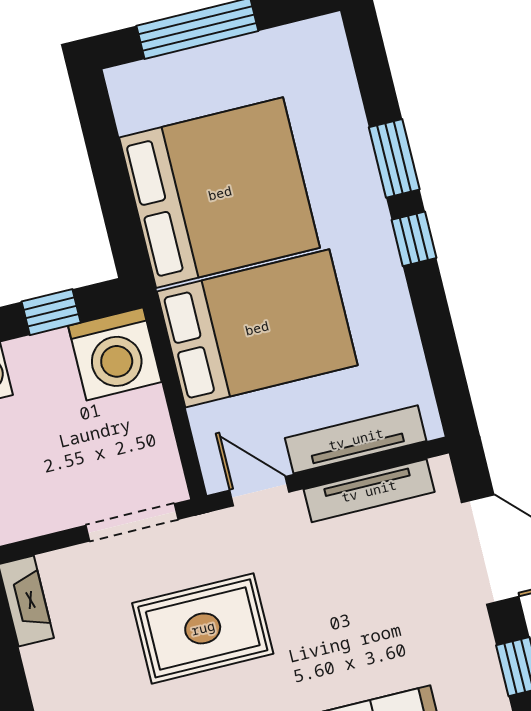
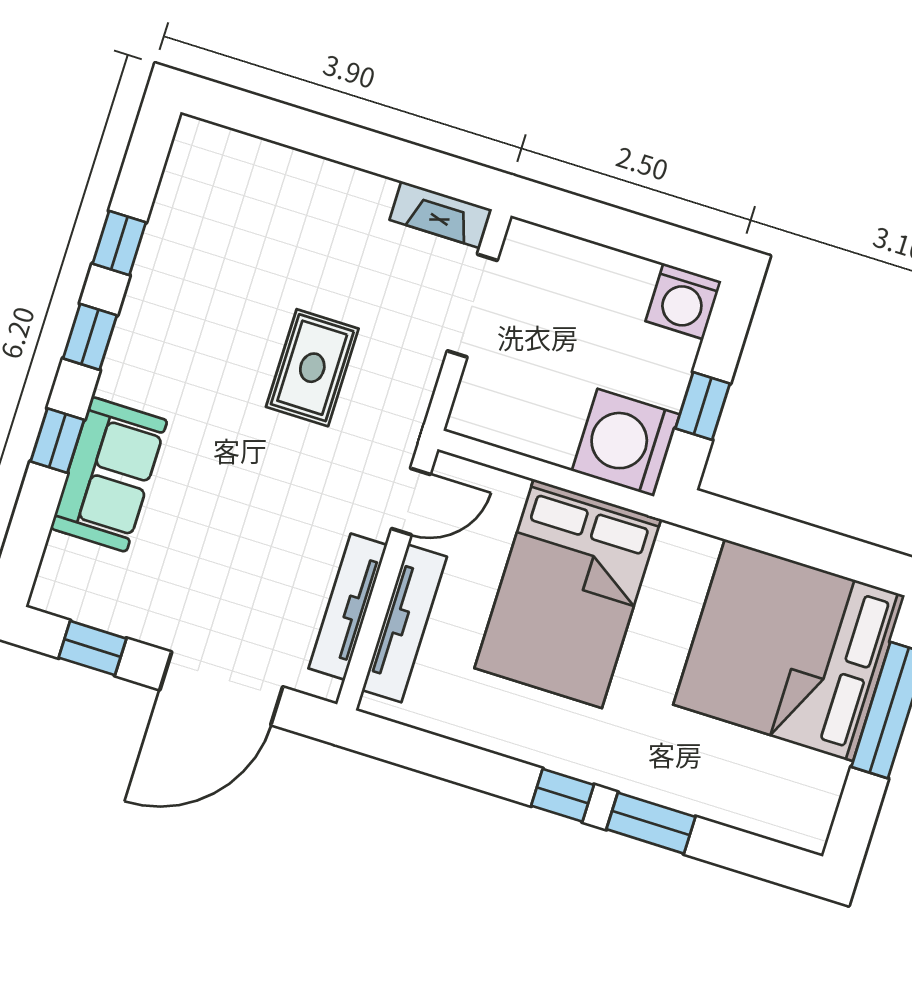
bed: (220, 193) -> (789, 650), moved, turned 90
doorway: (132, 522) -> (472, 306), moved
rug: (203, 628) -> (312, 368), width x0.73, depth x0.70

